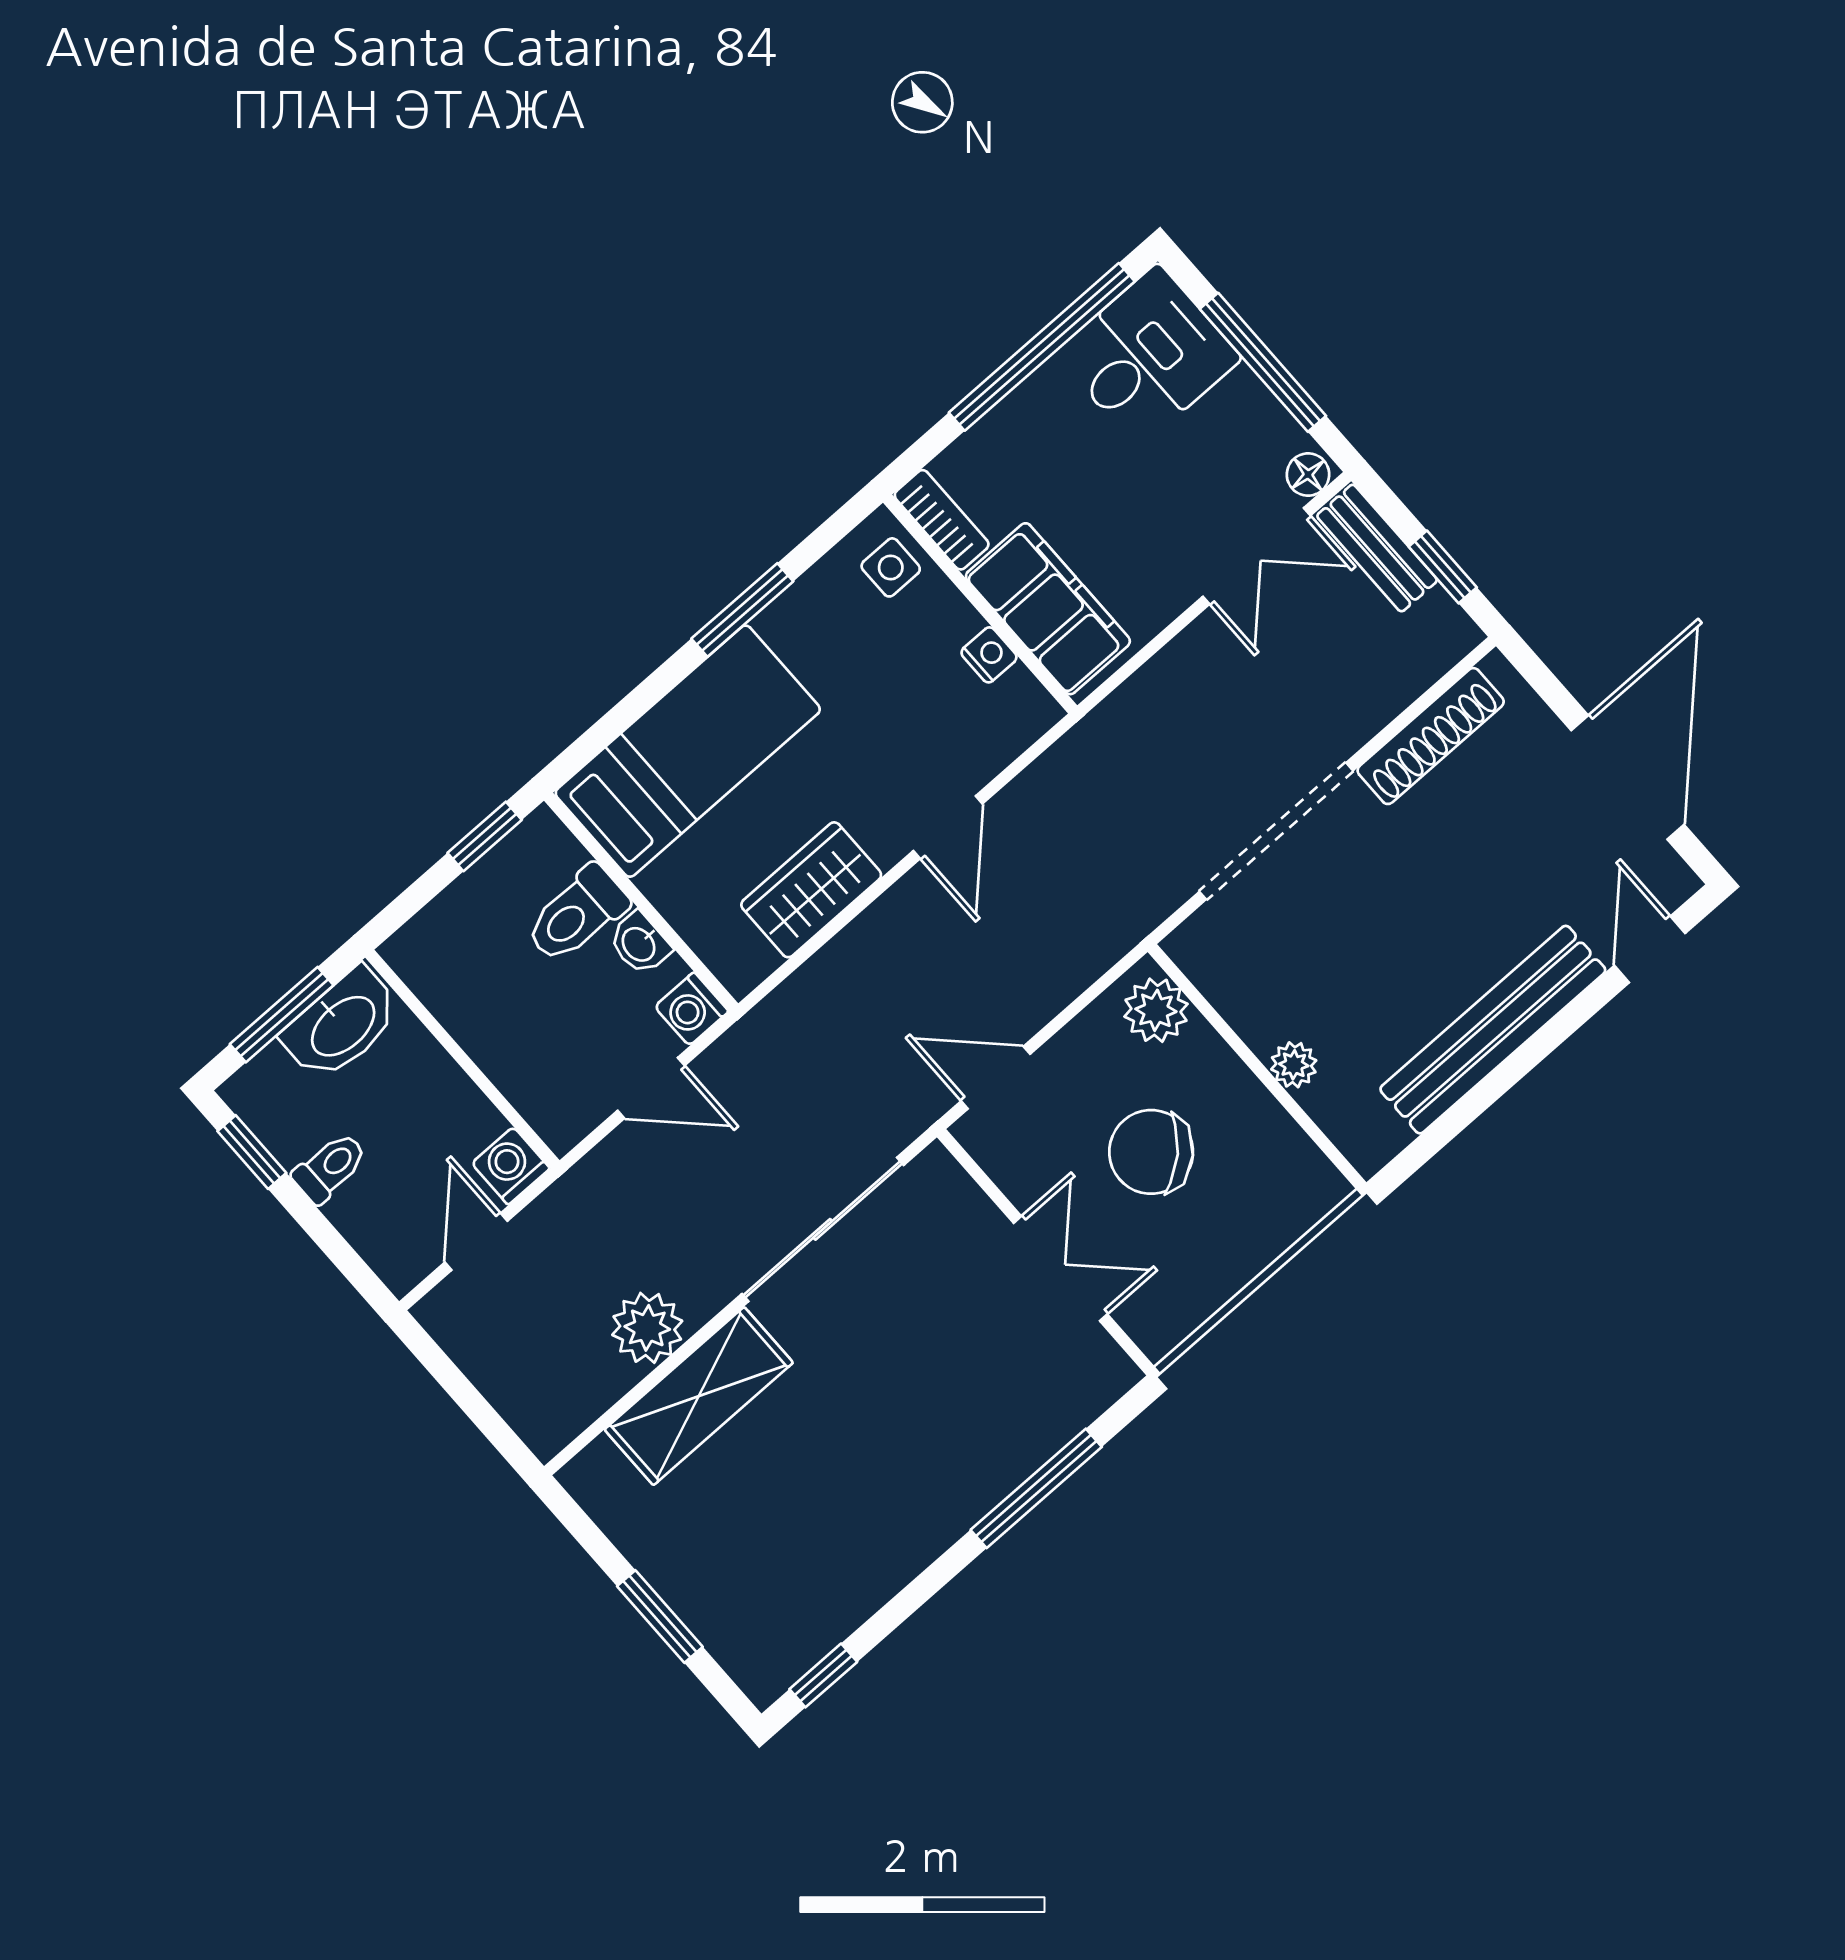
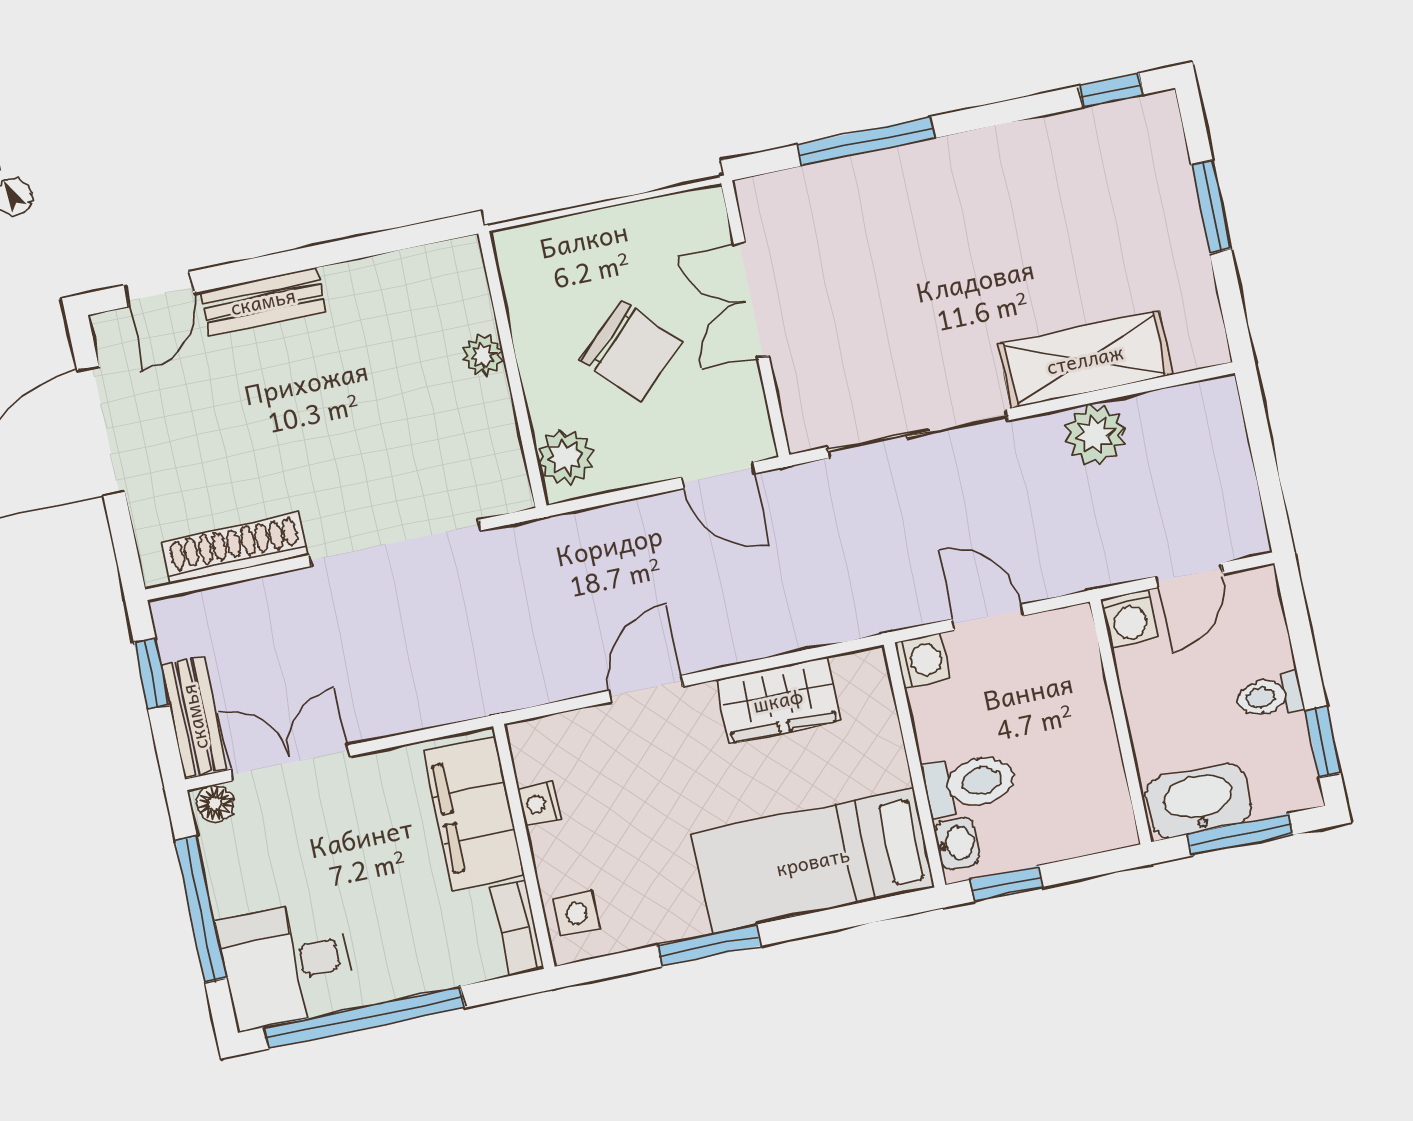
washbasin: (639, 944) -> (957, 843), moved
bench: (1493, 1030) -> (263, 301), width x0.54, depth x0.82

